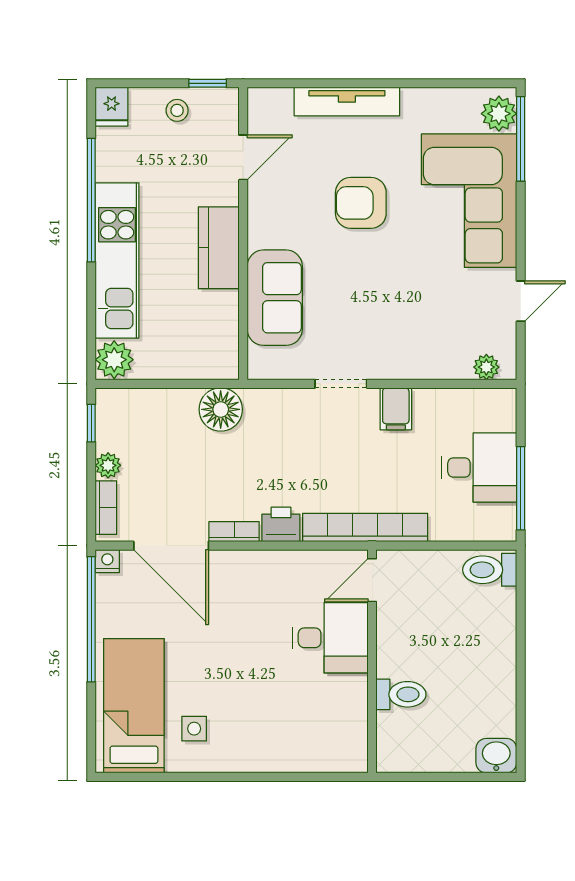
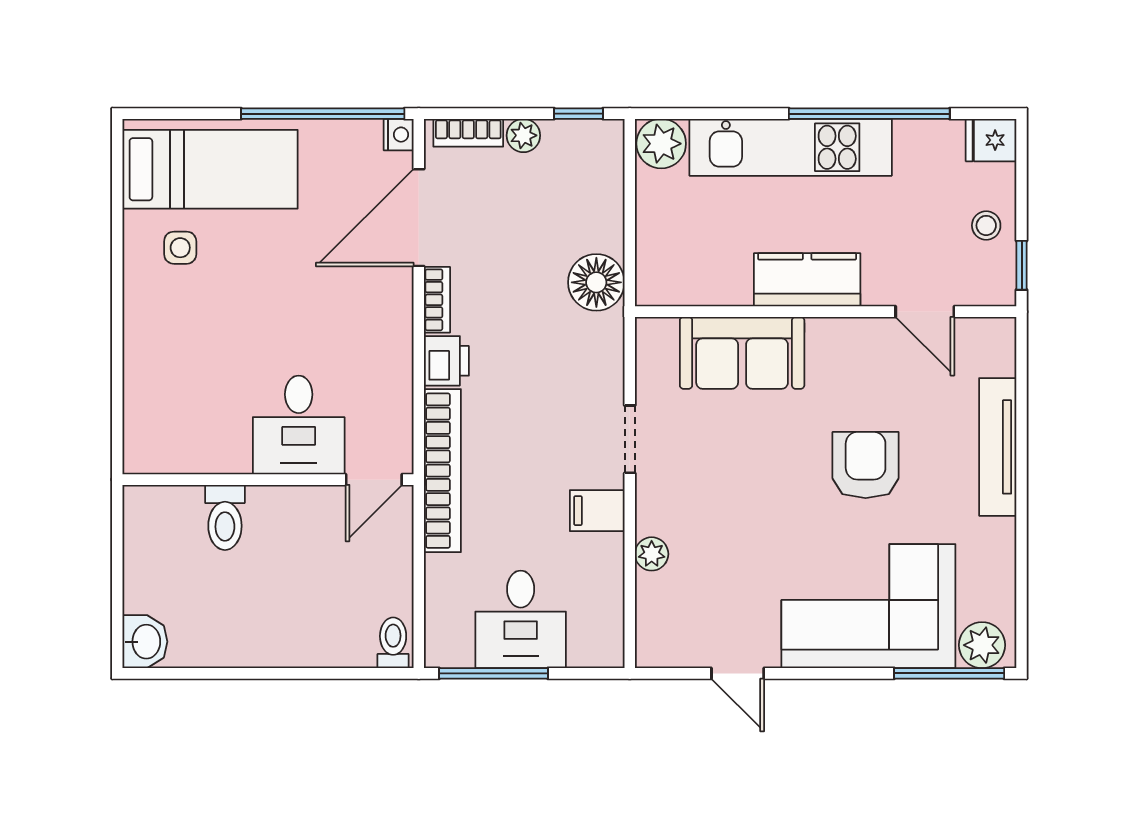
plant: (486, 367) -> (652, 554), moved
toilet: (490, 570) -> (393, 643), width x0.73, depth x0.72
door: (372, 580) -> (374, 480), swing flipped

